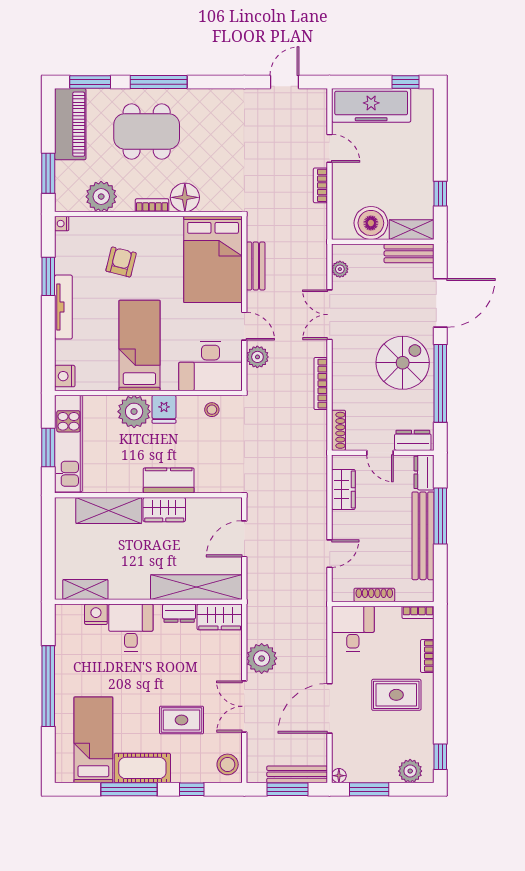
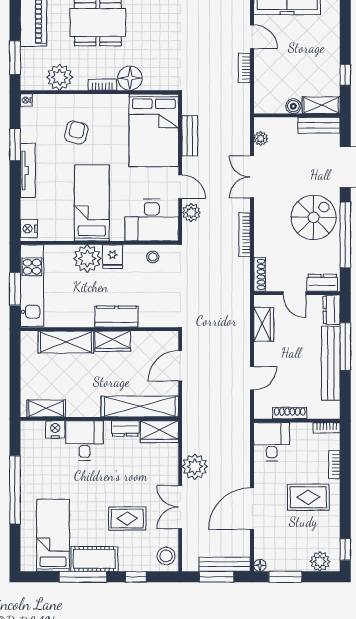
boiler: (371, 223) -> (293, 106), width x0.54, depth x0.54

